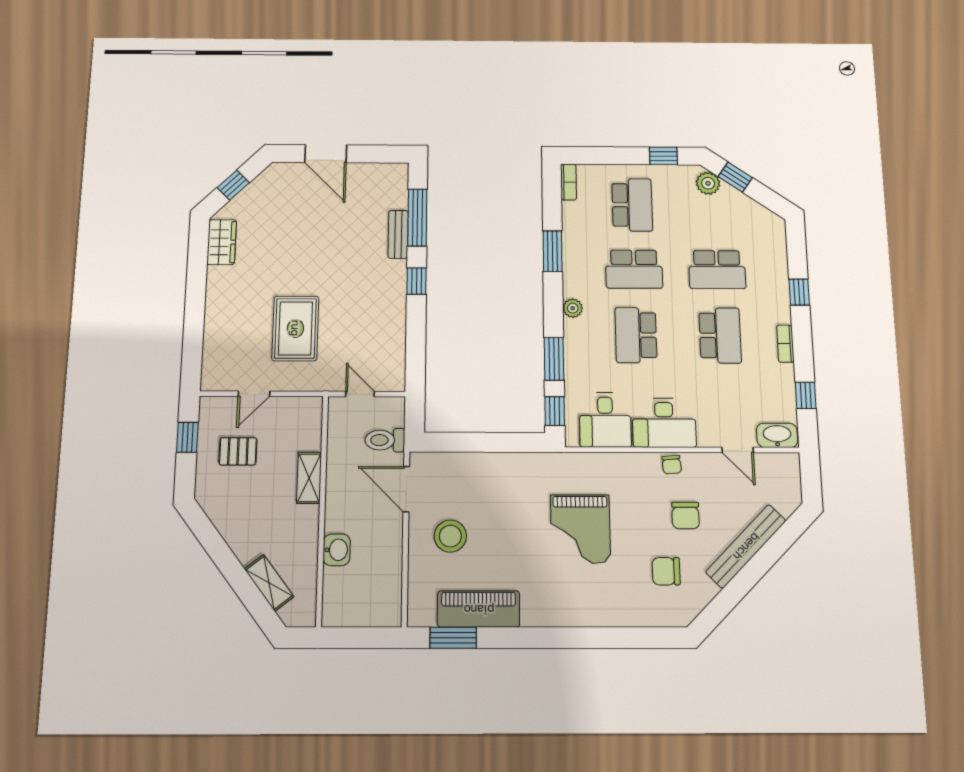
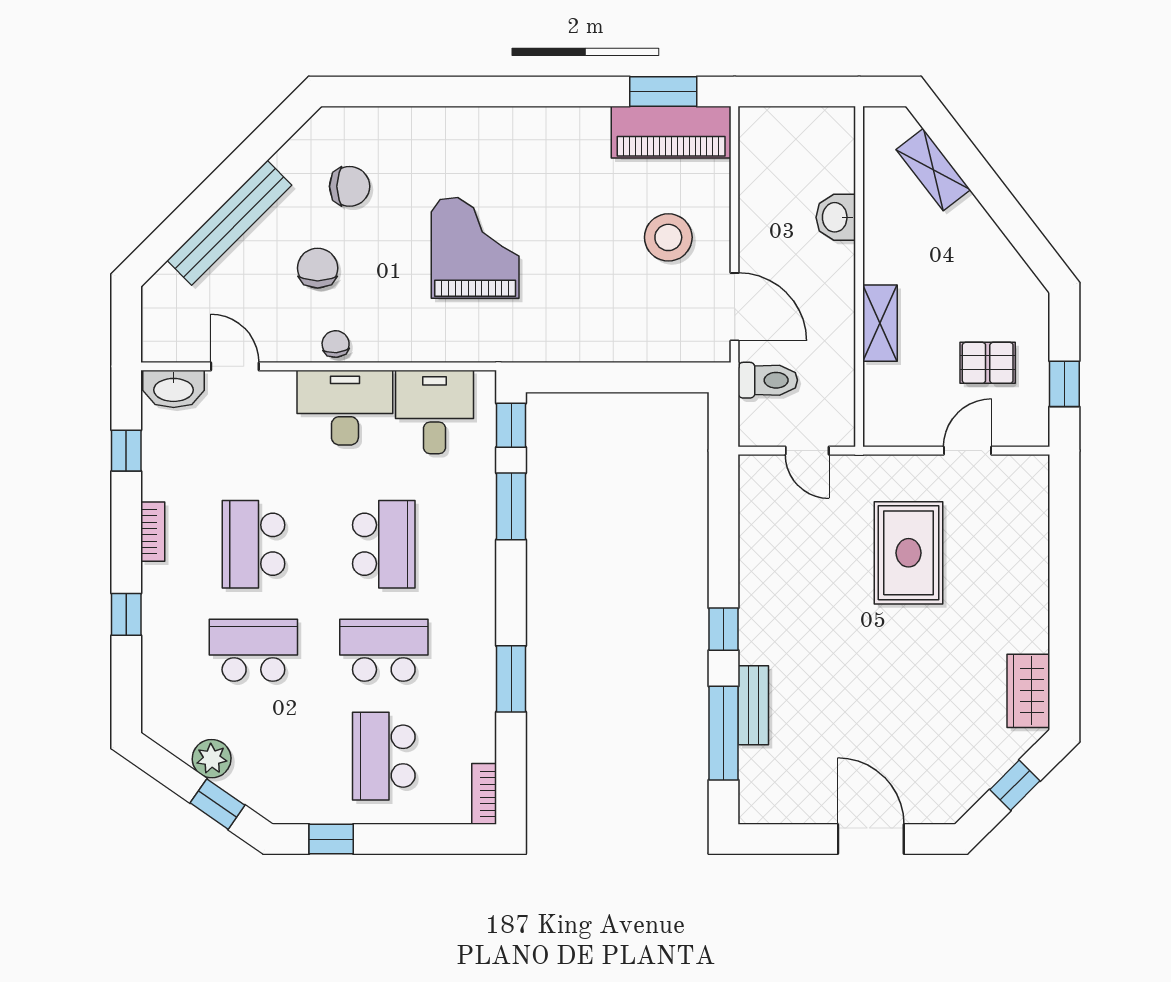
plant: (708, 183) -> (212, 759), moved
plant: (573, 308) -> (481, 587), removed
piano: (479, 609) -> (671, 132), moved

